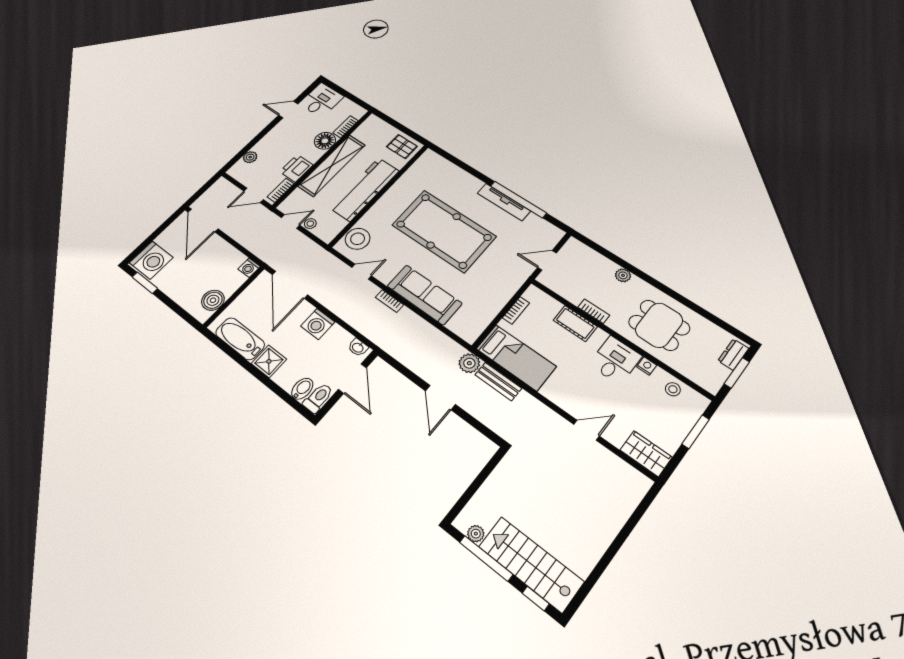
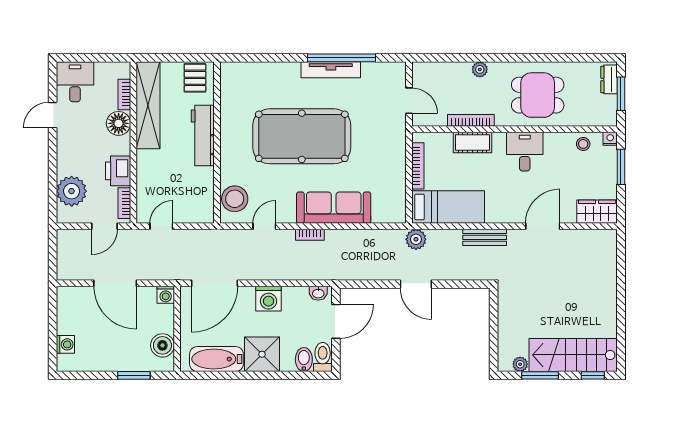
pallet: (402, 147) -> (195, 78), turned 90
plant: (250, 157) -> (72, 191), width x1.88, depth x1.88
shelving: (332, 165) -> (148, 105), moved
workbench: (365, 189) -> (203, 136), width x0.73, depth x0.76
door: (203, 220) -> (115, 283), moved
stool: (310, 224) -> (181, 215), removed
washing machine: (151, 260) -> (65, 344), width x0.53, depth x0.53
door: (547, 260) -> (409, 101), swing flipped
window: (145, 283) -> (134, 375), moved
door: (290, 285) -> (215, 283), hinge flipped
bookcase: (516, 310) -> (418, 166), width x1.56
bookcase: (594, 311) -> (471, 120), width x1.56
shower: (269, 361) -> (262, 354), width x1.36, depth x1.36
nightstand: (647, 366) -> (610, 139), moved
door: (352, 379) -> (336, 321), hinge flipped
bench: (498, 381) -> (485, 237), moved
door: (587, 430) -> (543, 226), width x1.38
window: (486, 558) -> (540, 375), width x0.69

